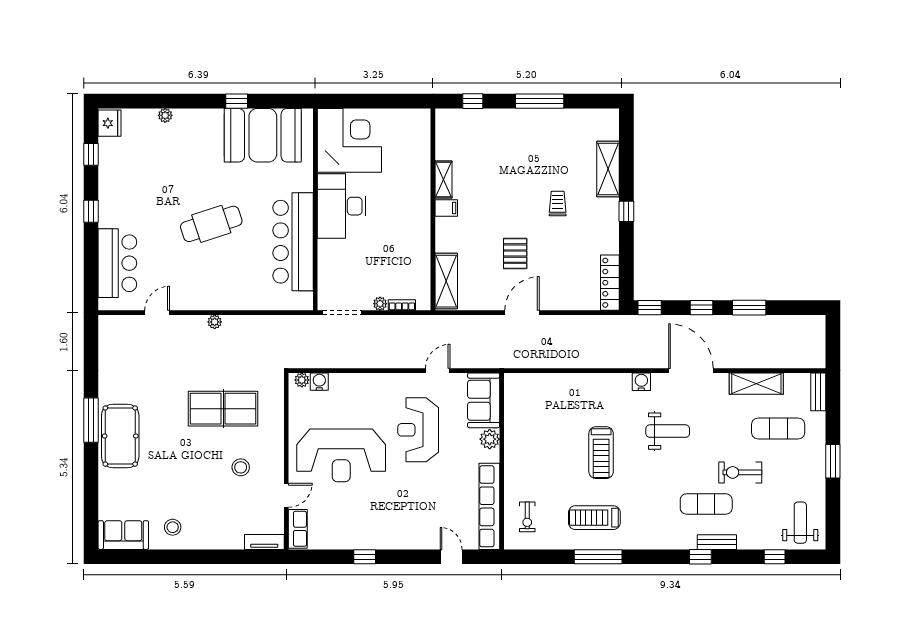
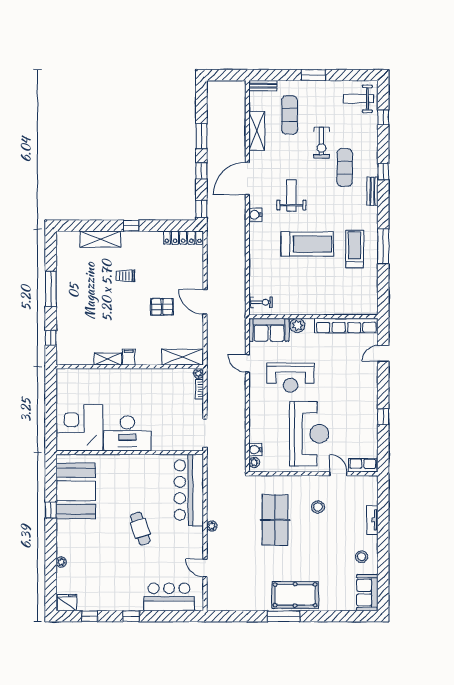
cafe table: (211, 224) -> (140, 528), width x0.73, depth x0.74
bar counter: (293, 242) -> (189, 490), moved, turned 90
plant: (380, 304) -> (199, 373), moved
treadmill: (601, 453) -> (307, 244), width x1.37, depth x1.38
exercise bike: (527, 517) -> (261, 302), moved
treadmill: (594, 518) -> (355, 249), turned 180
tv unit: (264, 542) -> (372, 520), moved
bench: (717, 542) -> (372, 191), moved

